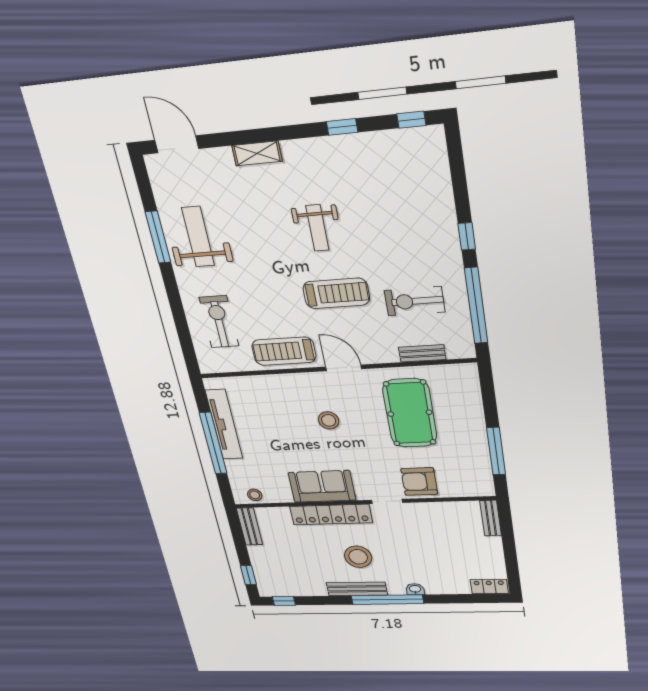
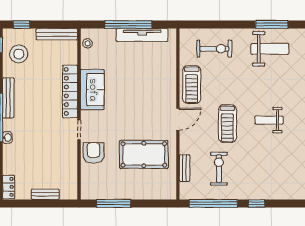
treadmill: (284, 351) -> (192, 85), turned 180
stool: (329, 420) -> (141, 103), removed
bench: (491, 518) -> (45, 194), moved
bench: (249, 526) -> (57, 34), width x1.36
stool: (358, 557) -> (19, 54), moved

